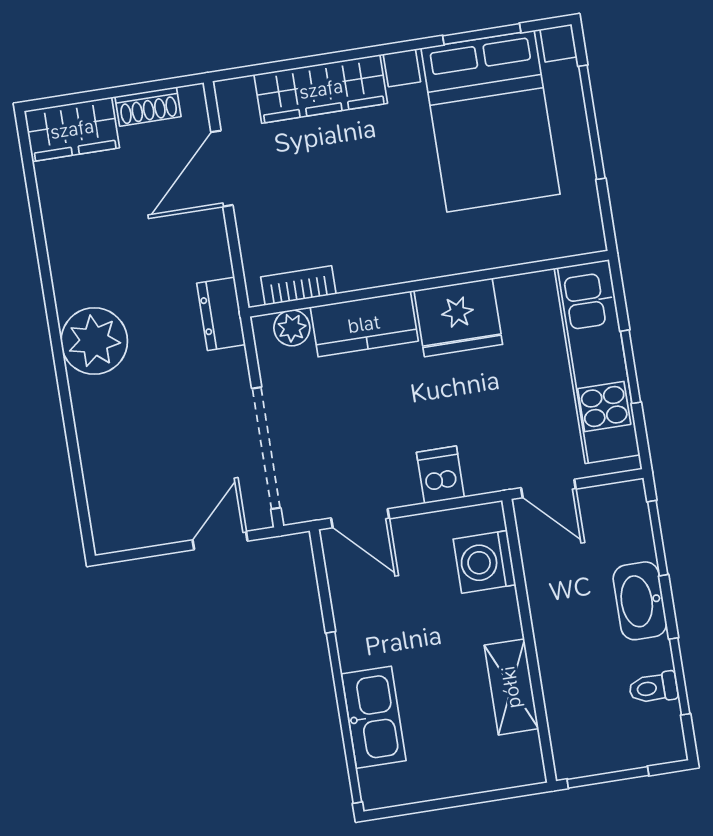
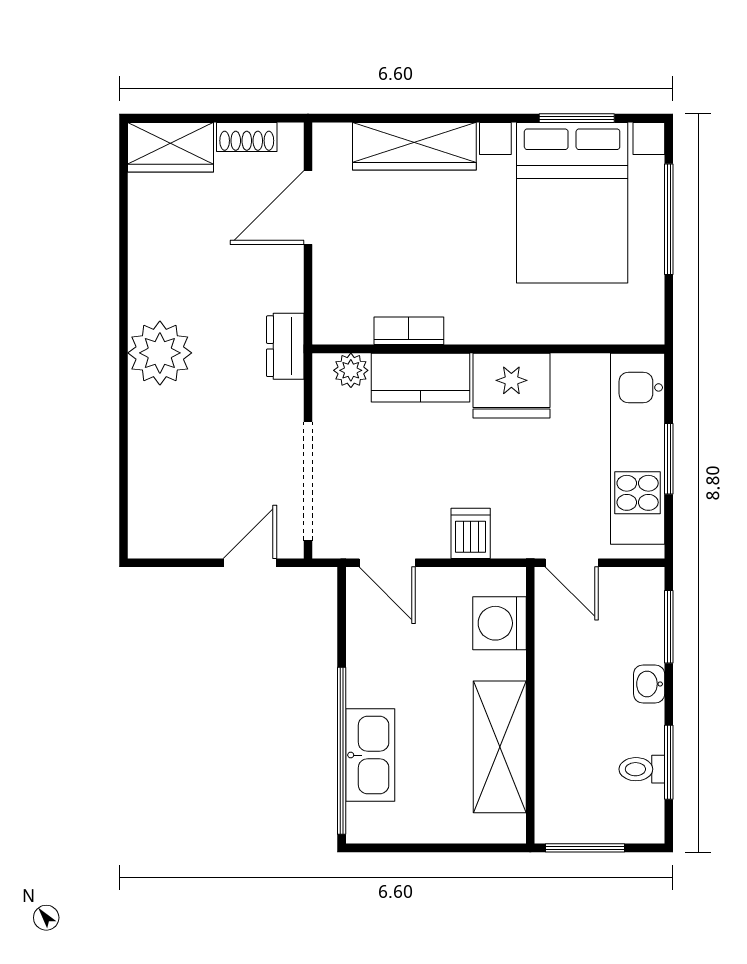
bookcase: (298, 285) -> (409, 331), moved
washbasin: (640, 601) -> (649, 684), width x0.52, depth x0.69
shelving: (511, 687) -> (500, 747), width x1.50, depth x1.33

